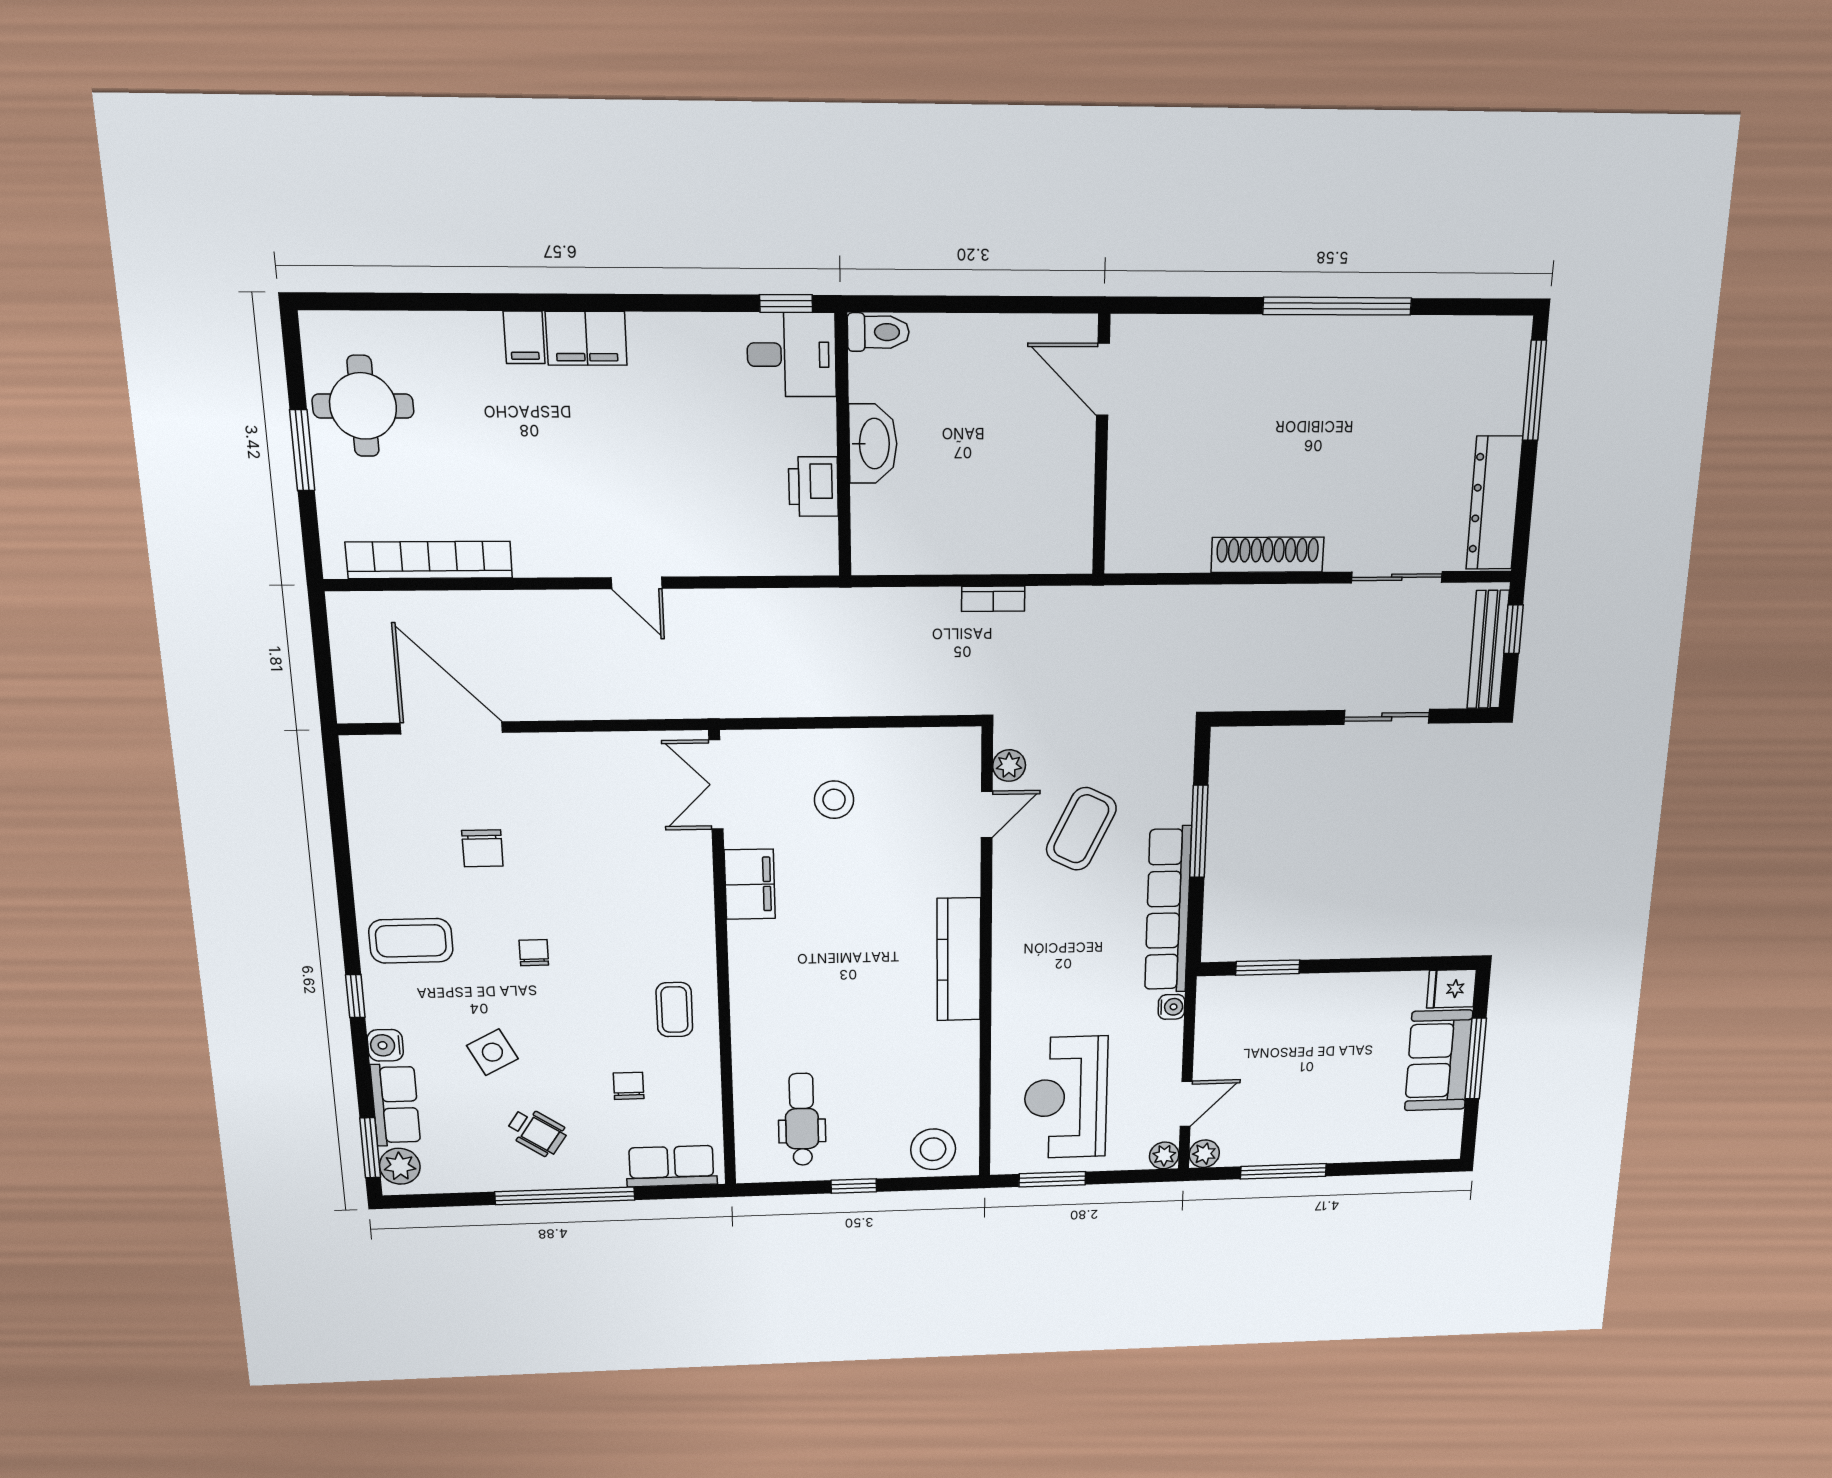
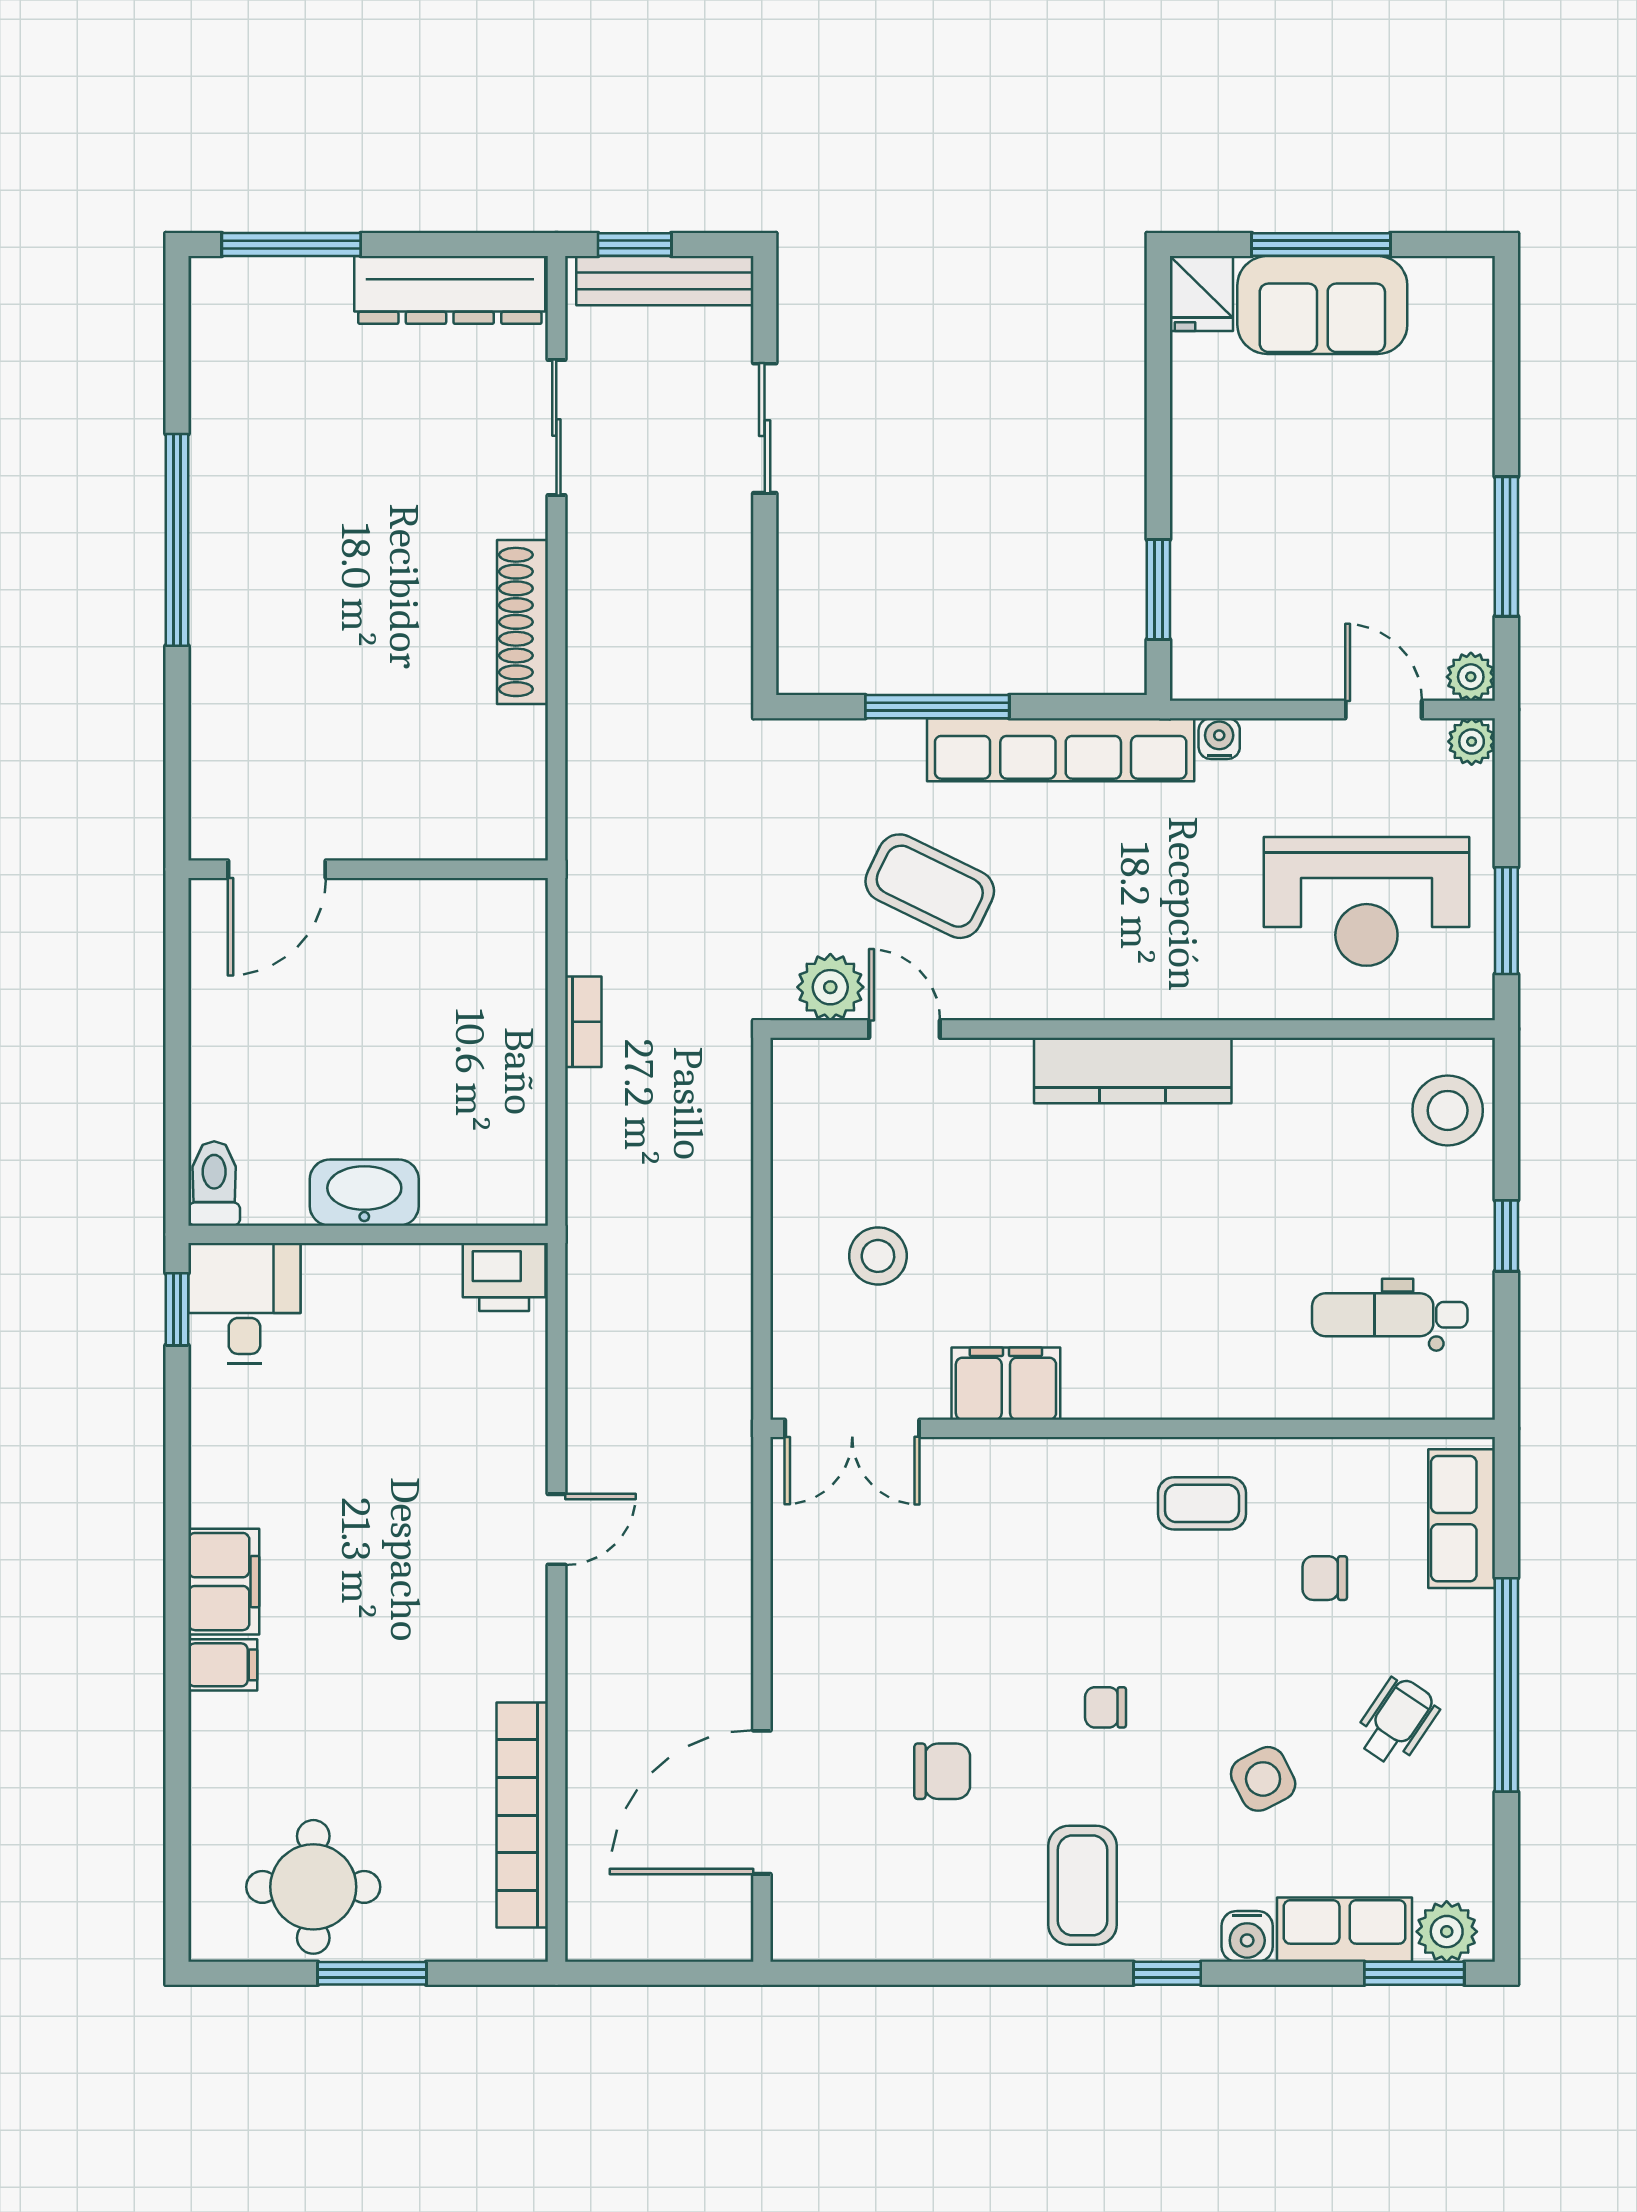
printer: (813, 487) -> (504, 1277), moved
plant: (1009, 765) -> (830, 987), width x1.38, depth x1.38

